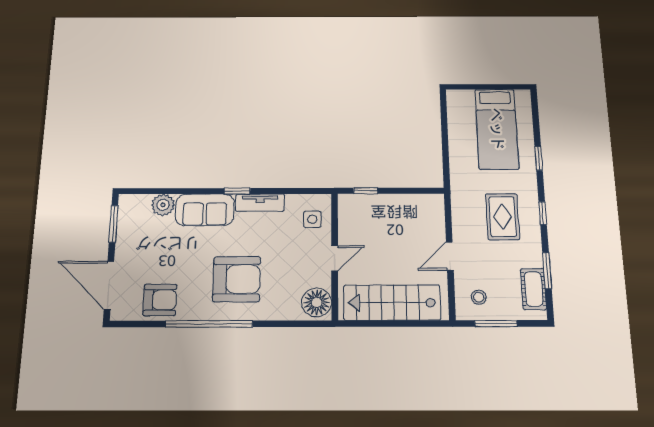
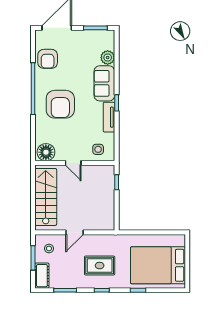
bed: (497, 129) -> (158, 265), width x1.50
door: (450, 256) -> (74, 232), swing flipped
cot: (533, 289) -> (42, 276), moved, turned 90

